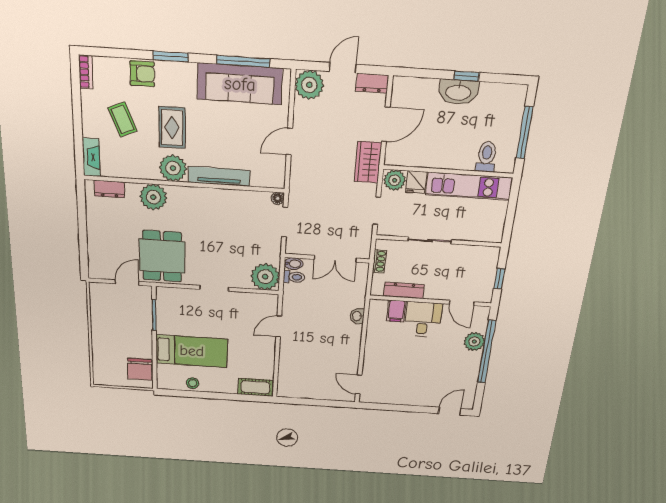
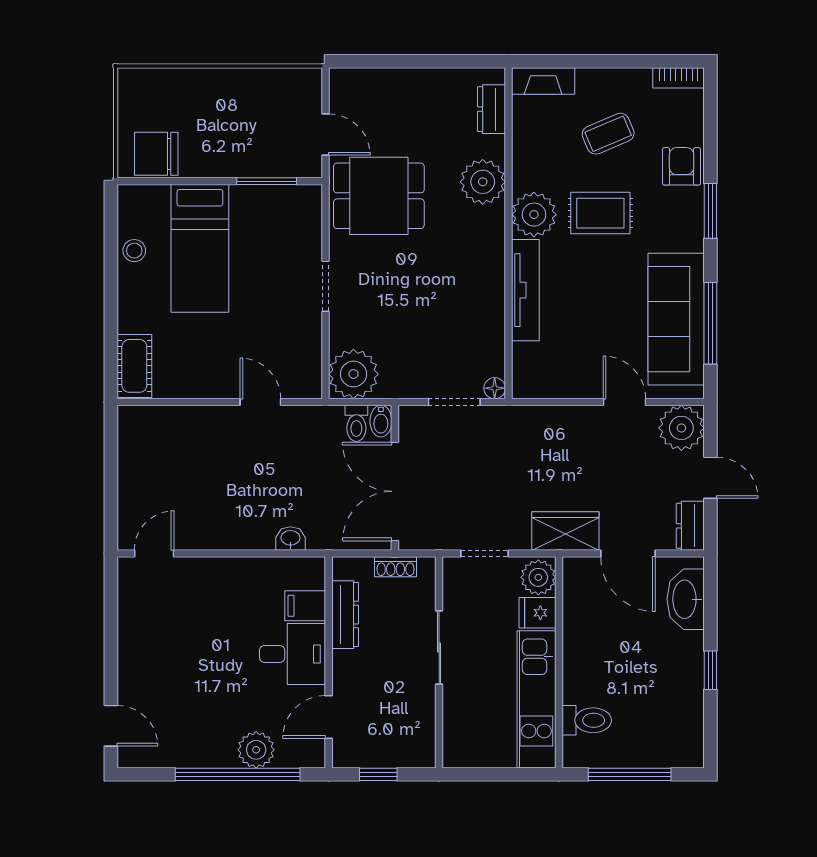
armchair: (142, 74) -> (682, 166), turned 180
washbasin: (458, 92) -> (686, 599), moved
door: (289, 142) -> (625, 402), moved
double door: (335, 259) -> (395, 491), width x1.37

